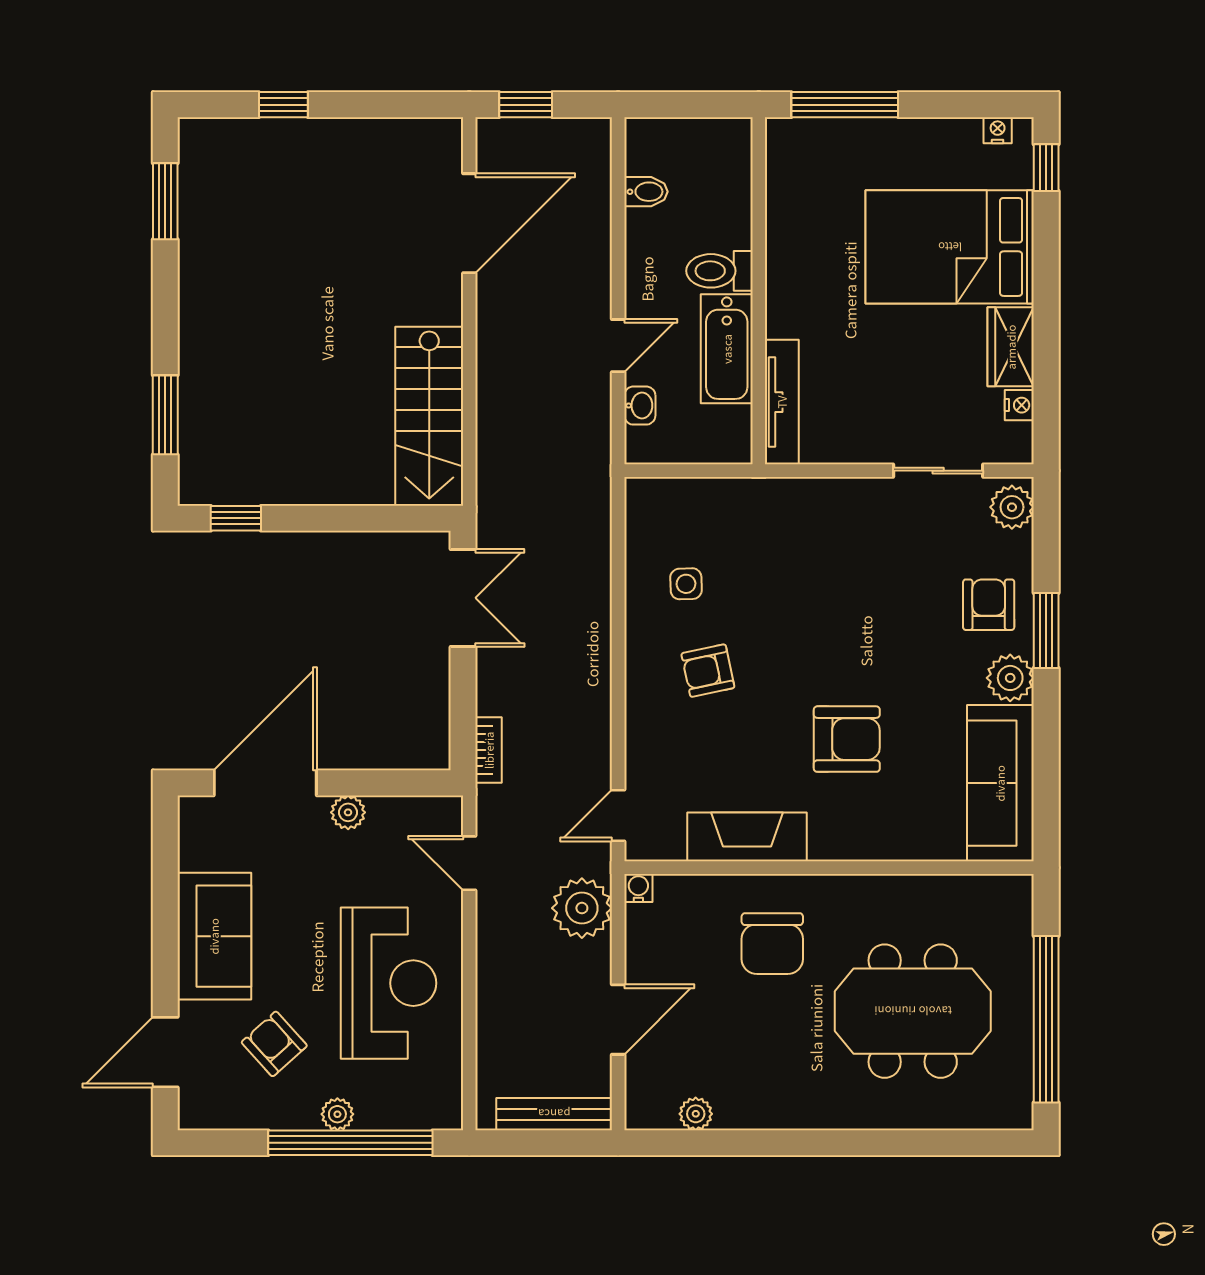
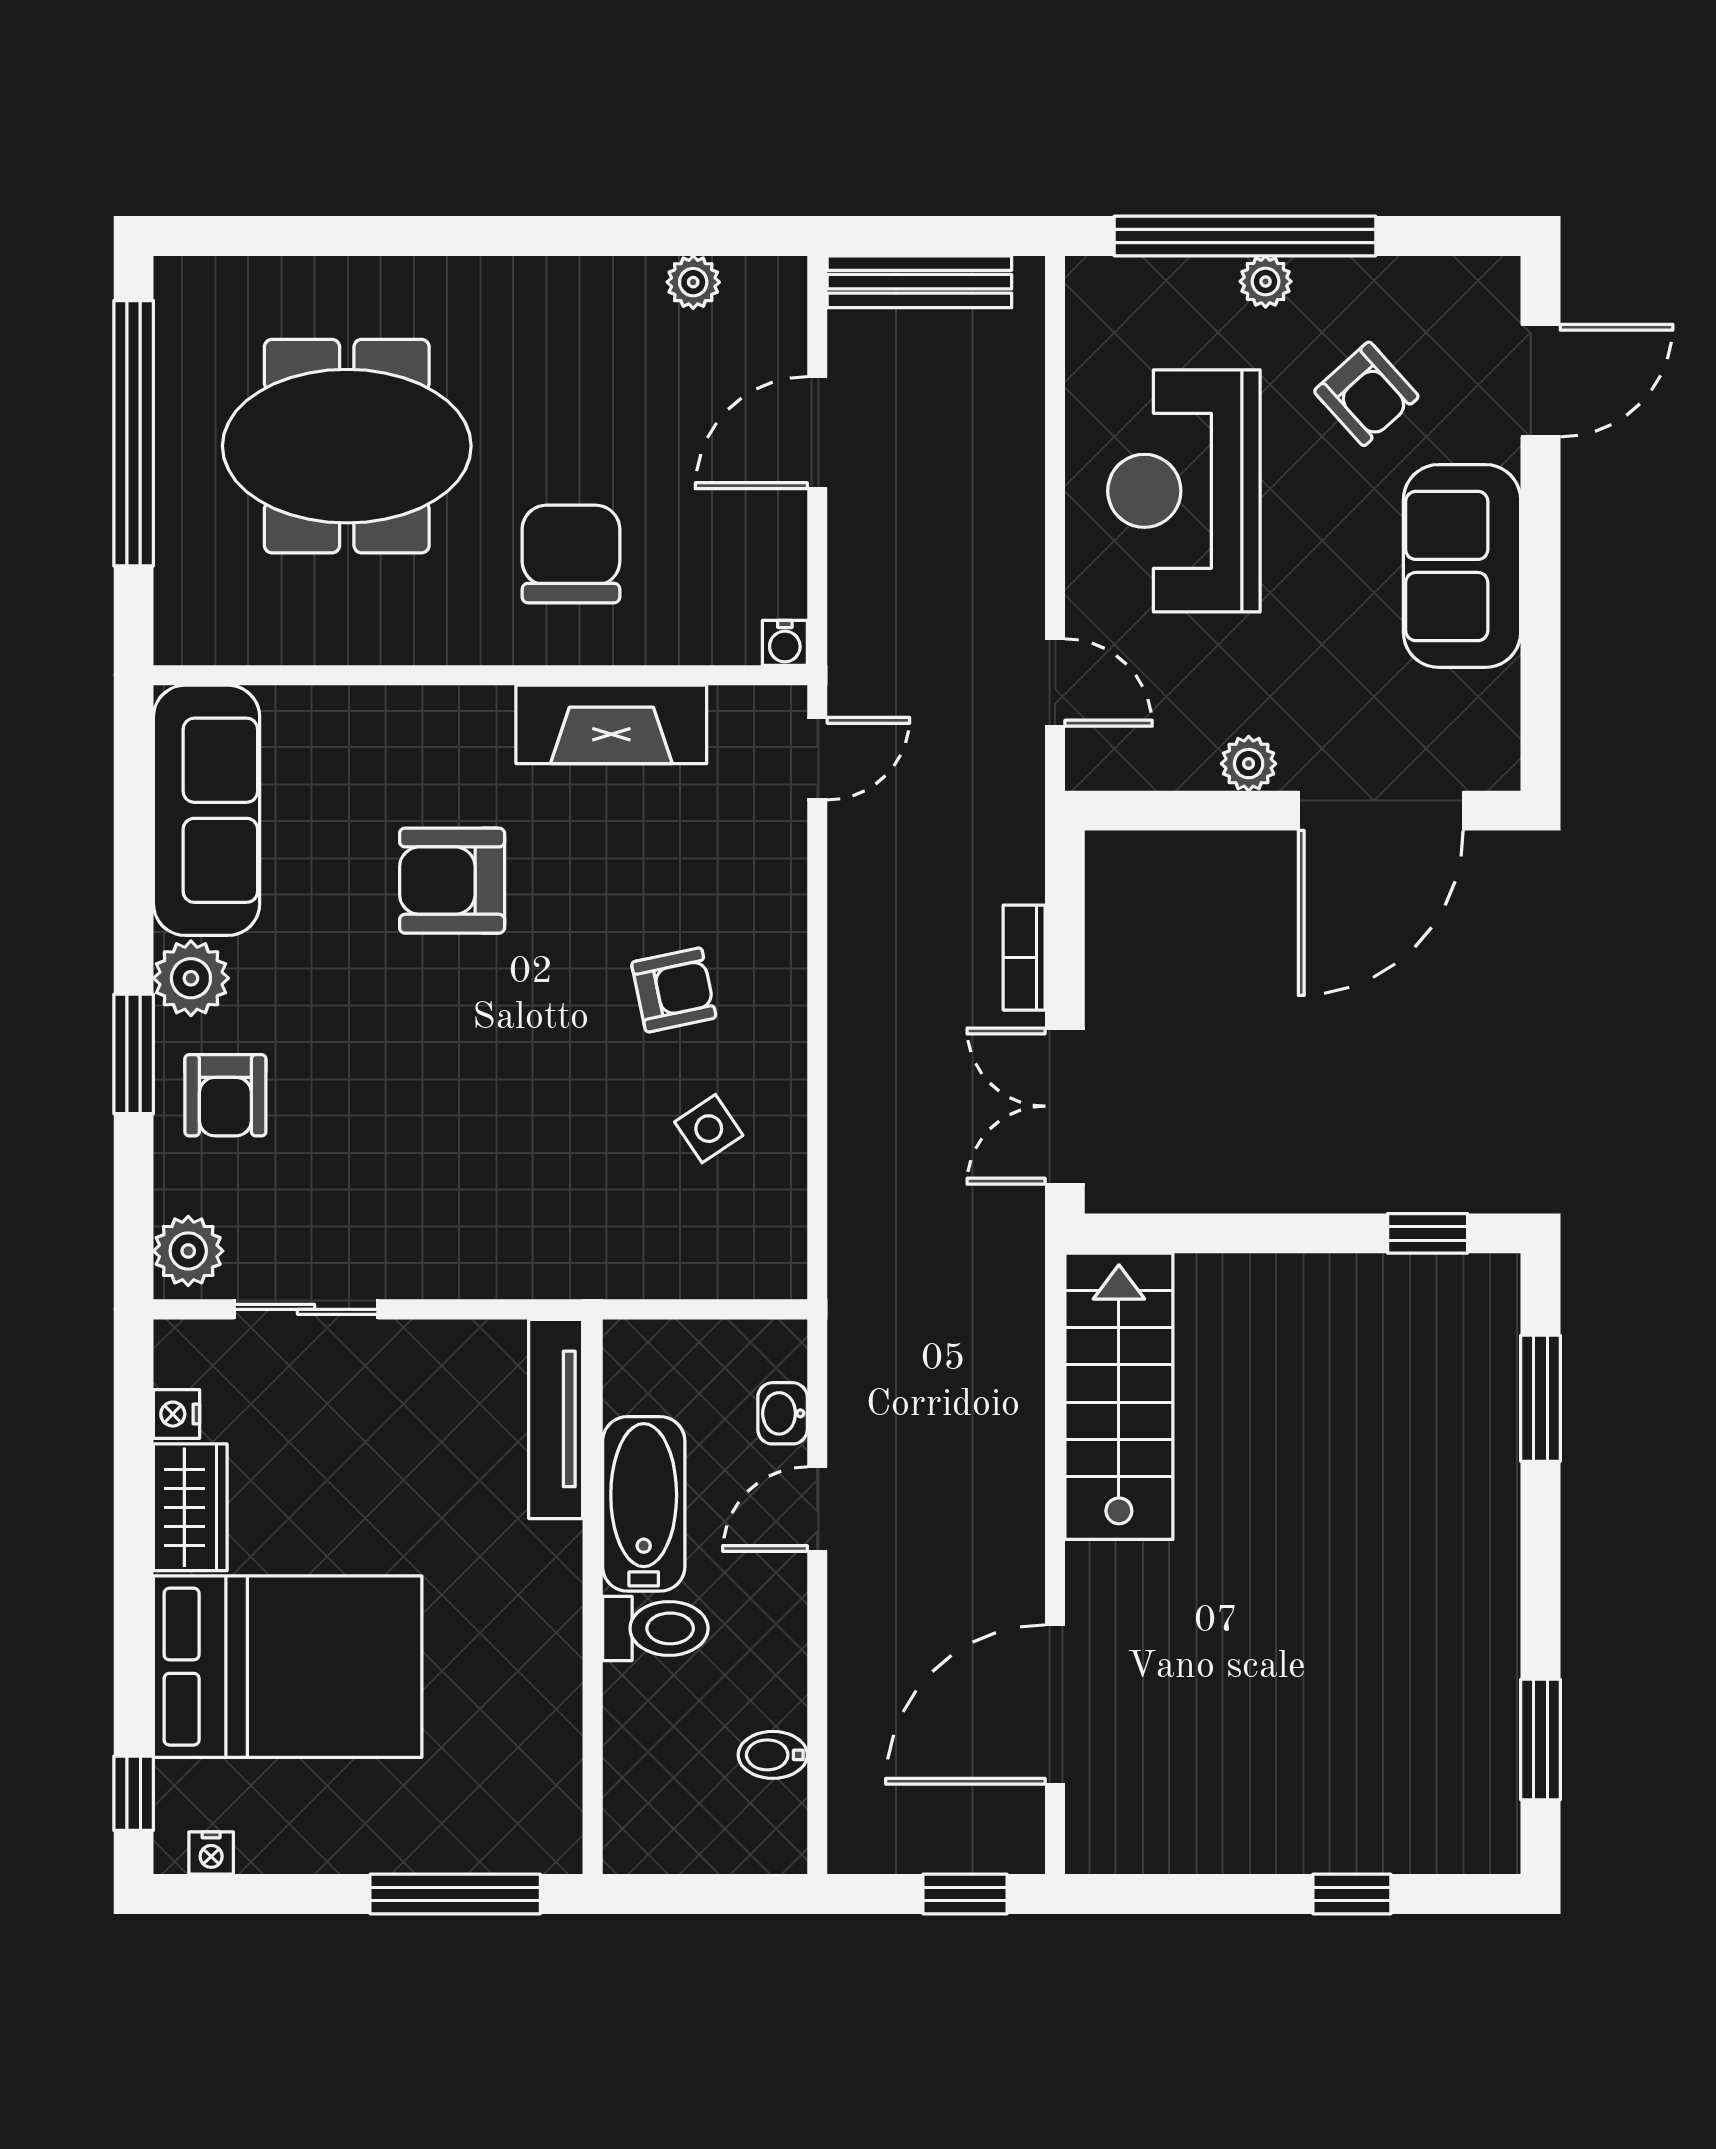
side table: (686, 584) -> (709, 1129), turned -32
bookcase: (489, 750) -> (1024, 958), moved
plant: (582, 908) -> (875, 611), removed

